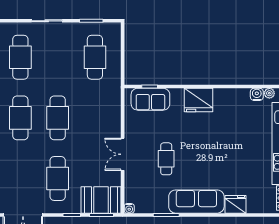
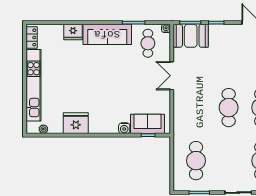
water cooler: (257, 94) -> (124, 128), moved
fridge: (198, 100) -> (76, 123), moved
double door: (123, 154) -> (172, 76), swing flipped
cafe table: (166, 159) -> (148, 43), moved
cafe table: (58, 179) -> (229, 55), removed

